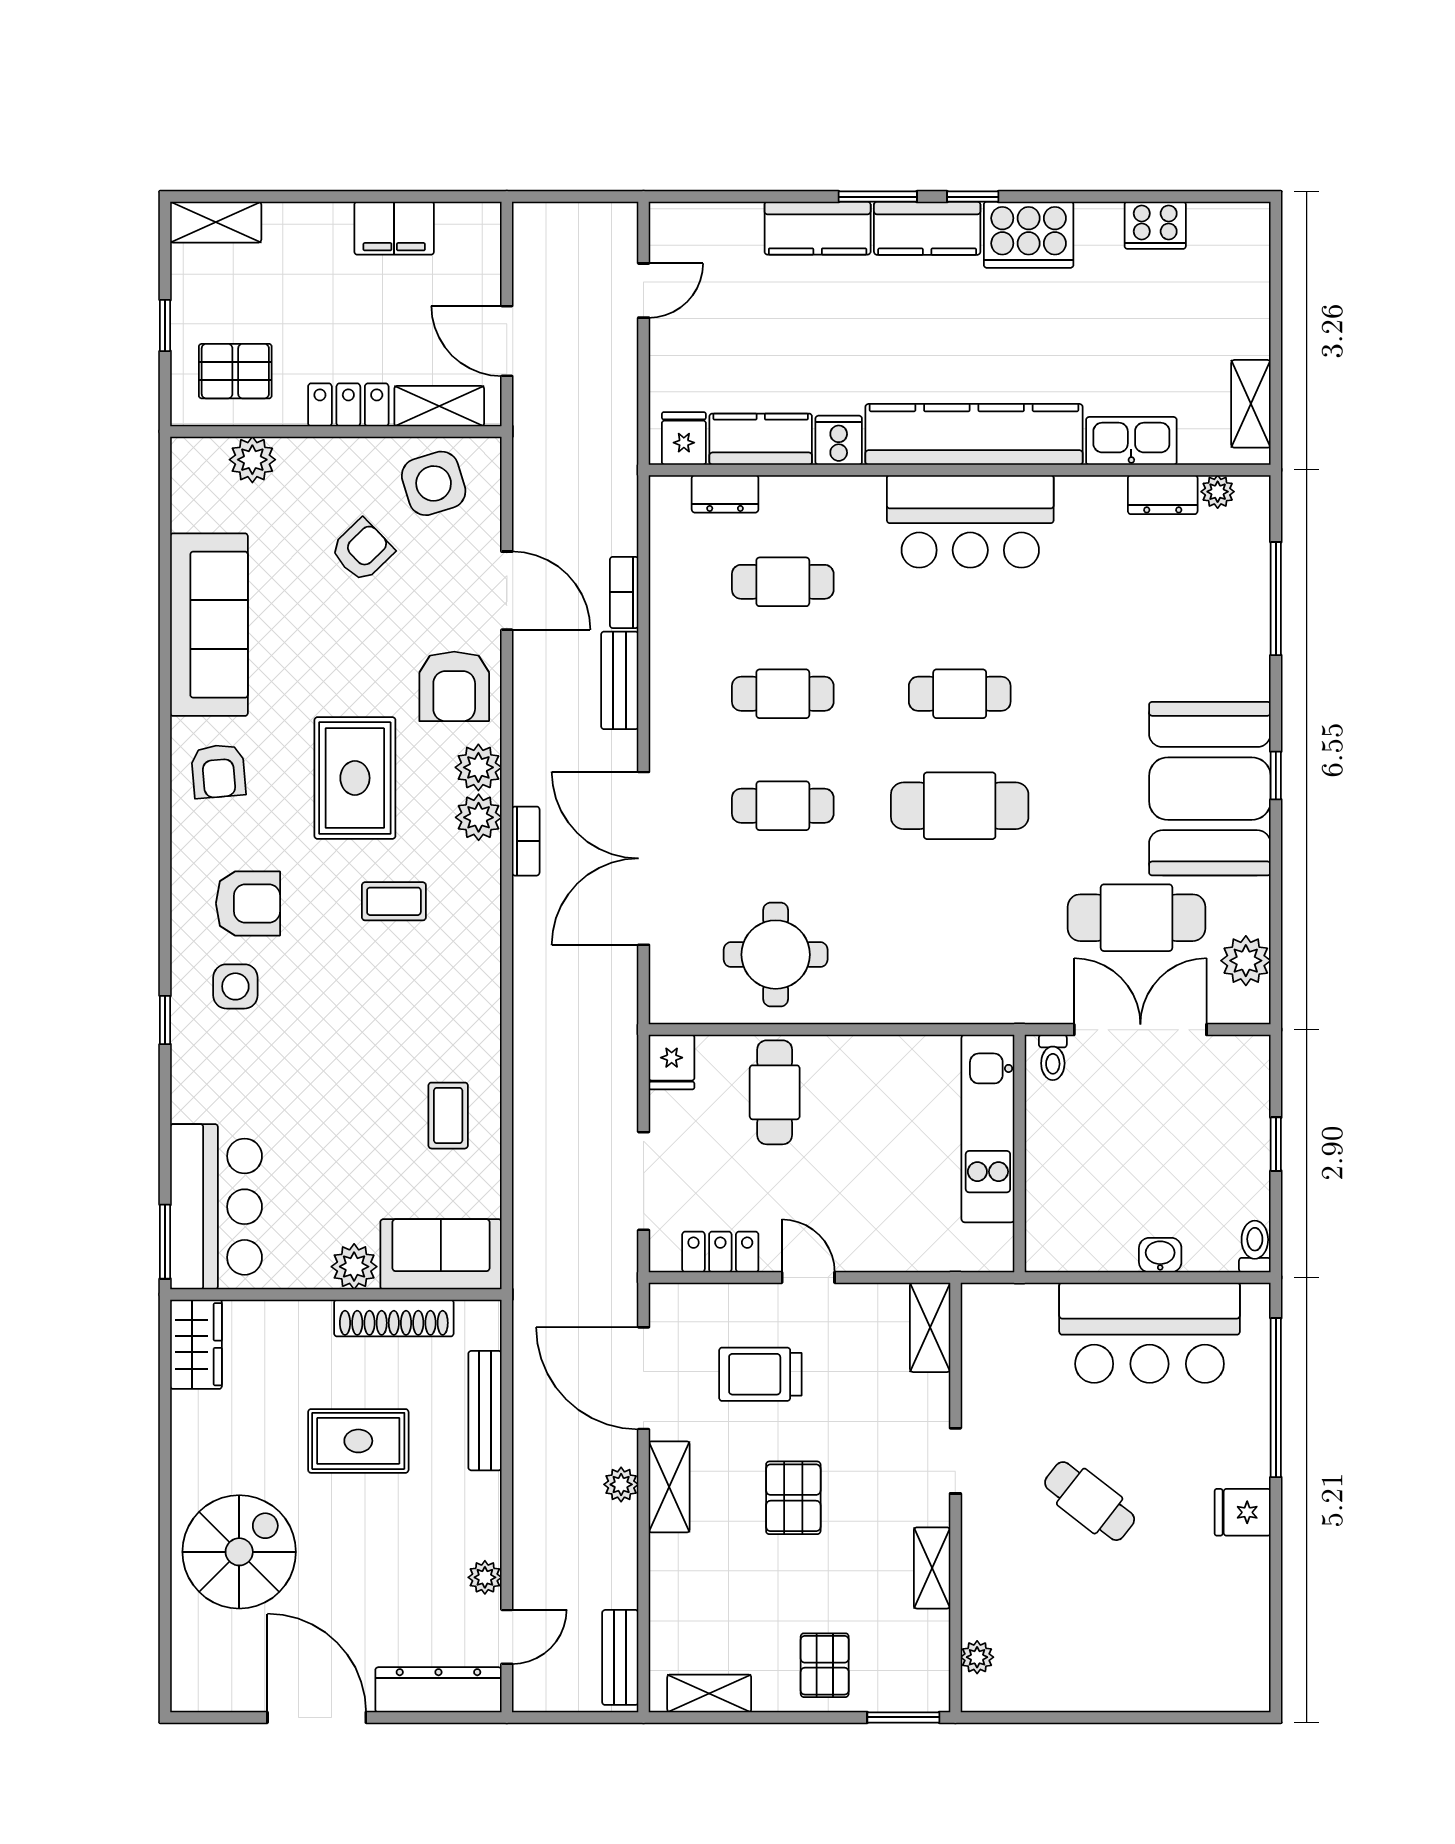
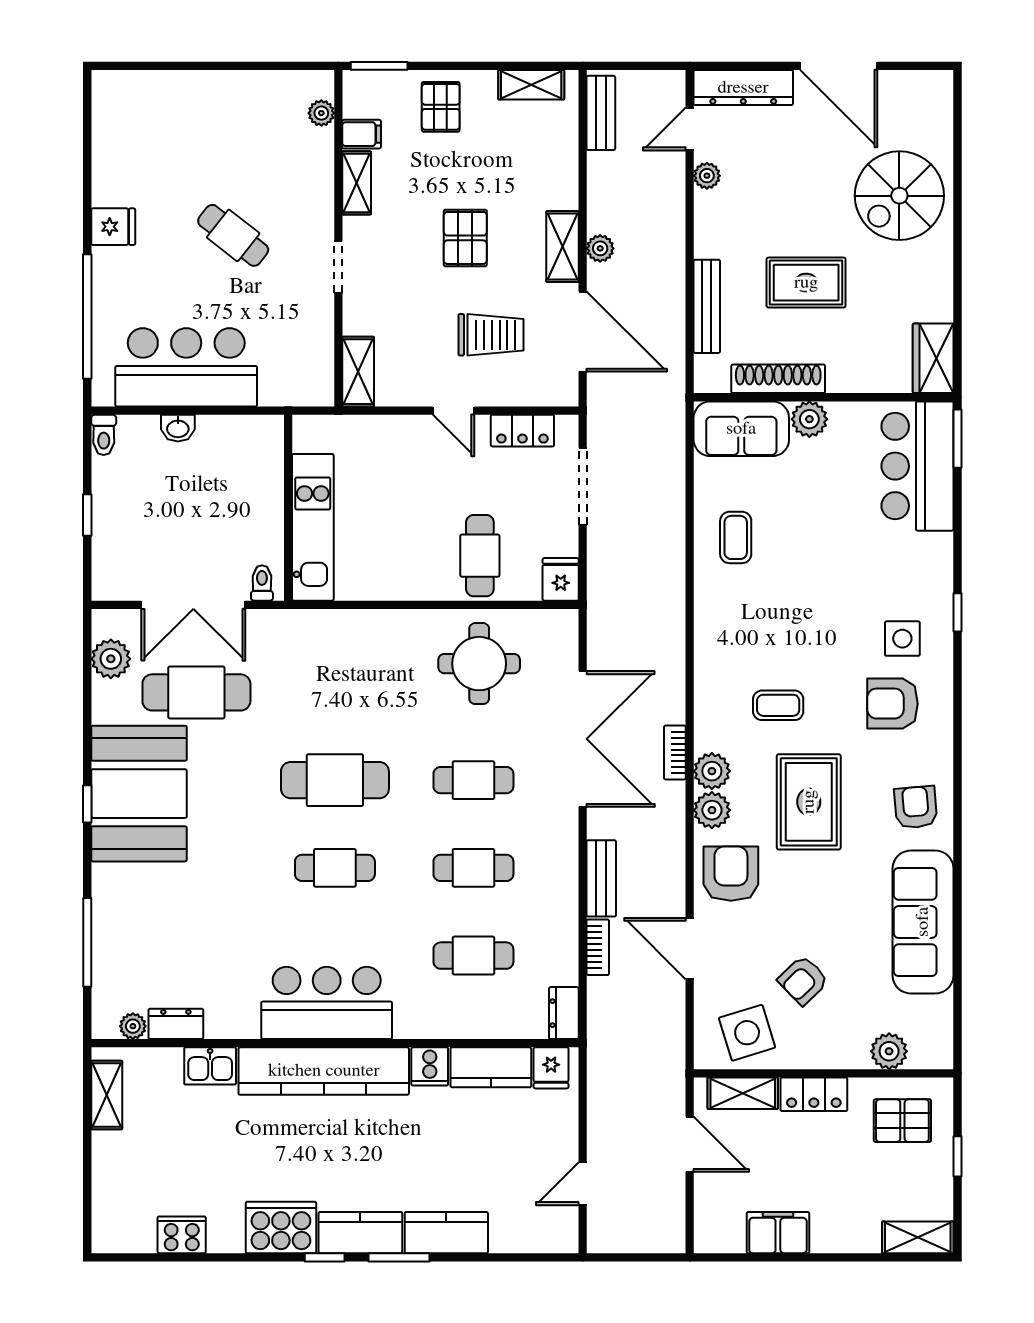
kitchen sink: (1131, 441) -> (210, 1066), width x0.73
dresser: (725, 494) -> (564, 1013), moved, turned -90
filing cabinet: (926, 1630) -> (362, 134), added

